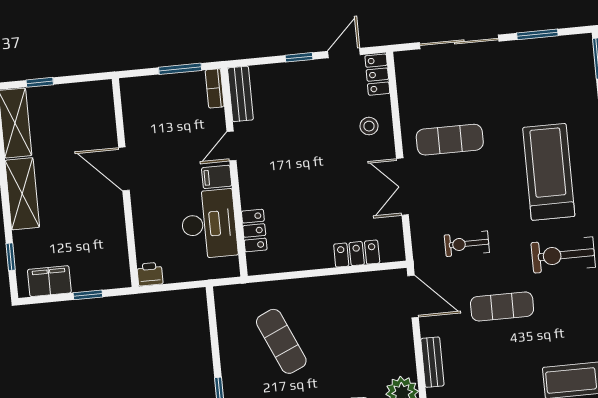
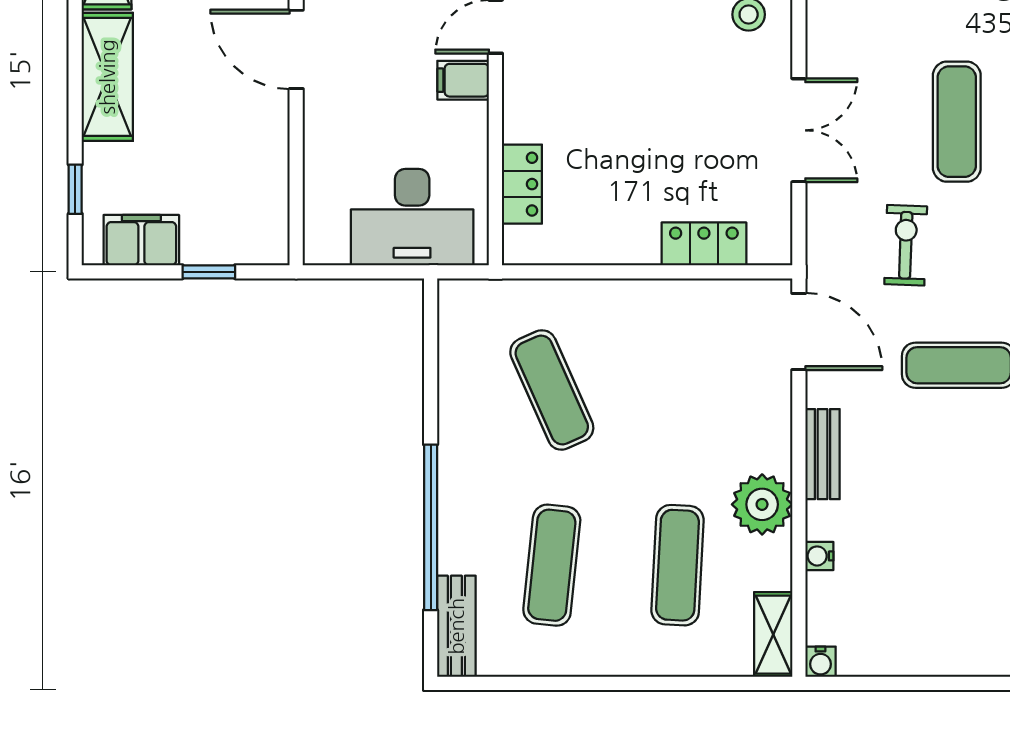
exercise mat: (450, 140) -> (957, 122), moved, turned 90
double door: (402, 187) -> (799, 130), swing flipped
desk: (209, 224) -> (412, 217), moved, turned 90
exercise bike: (467, 244) -> (906, 245), turned 92
printer: (150, 274) -> (325, 245), removed

